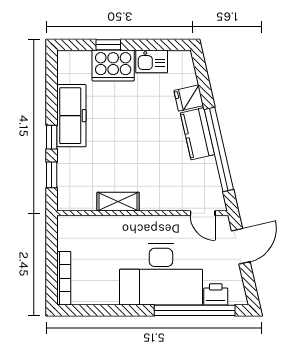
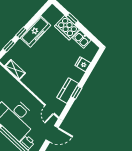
kitchen counter: (198, 134) -> (68, 91), moved
window: (219, 149) -> (76, 92), width x0.32
shelving: (118, 202) -> (15, 70), moved

